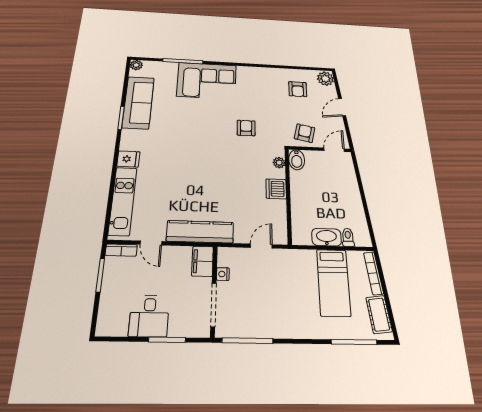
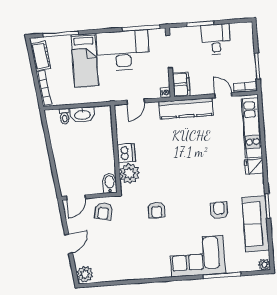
armchair: (298, 89) -> (219, 210), moved
plant: (279, 163) -> (129, 173), width x1.88, depth x1.88
nightstand: (223, 274) -> (166, 93), moved
bed: (333, 282) -> (85, 60), moved, turned 180
desk: (274, 312) -> (123, 50), added

